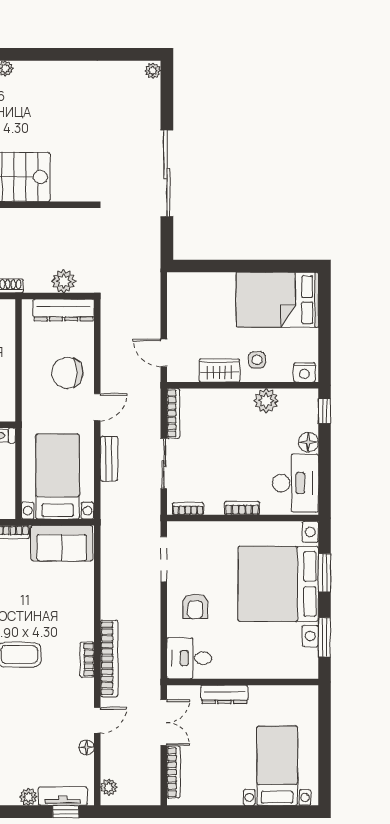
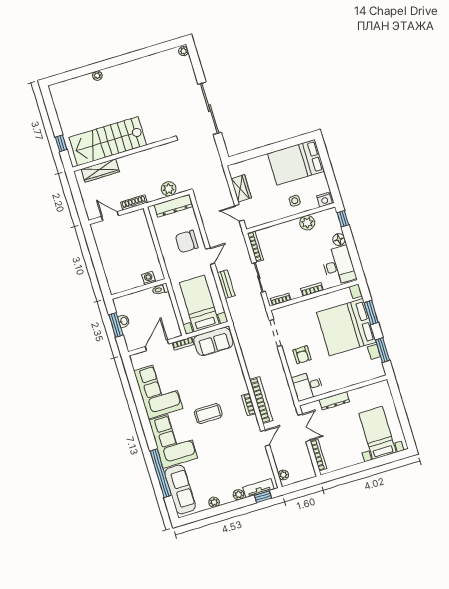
wardrobe: (219, 370) -> (241, 188), moved, turned 90
floor lamp: (87, 747) -> (264, 456), removed

